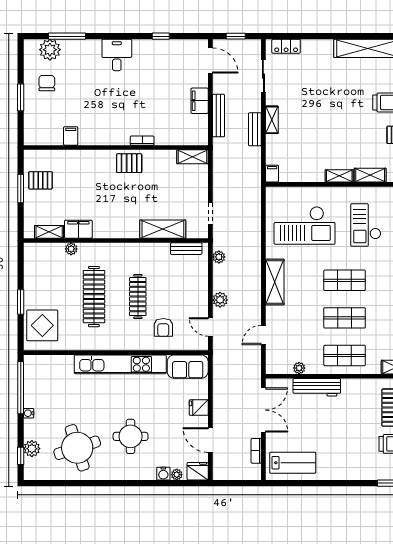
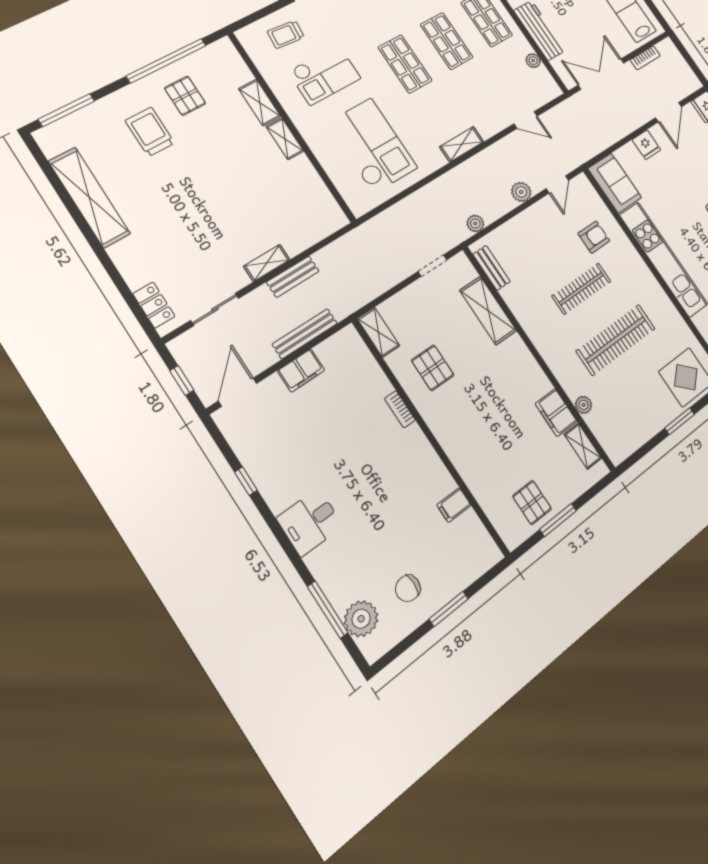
pallet: (129, 163) -> (433, 368), moved
filing cabinet: (272, 174) -> (335, 221), removed
shelving: (275, 282) -> (462, 144), width x0.67, depth x0.75

